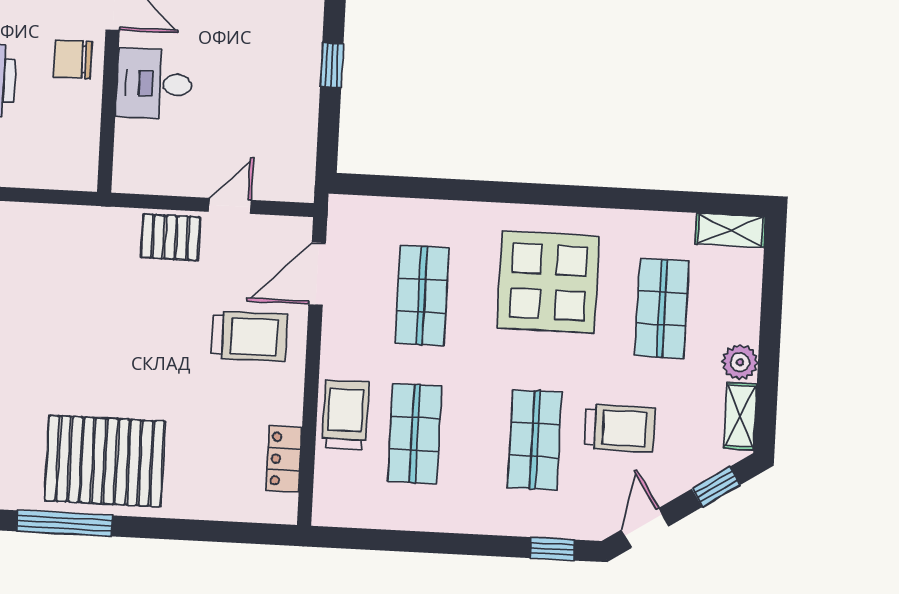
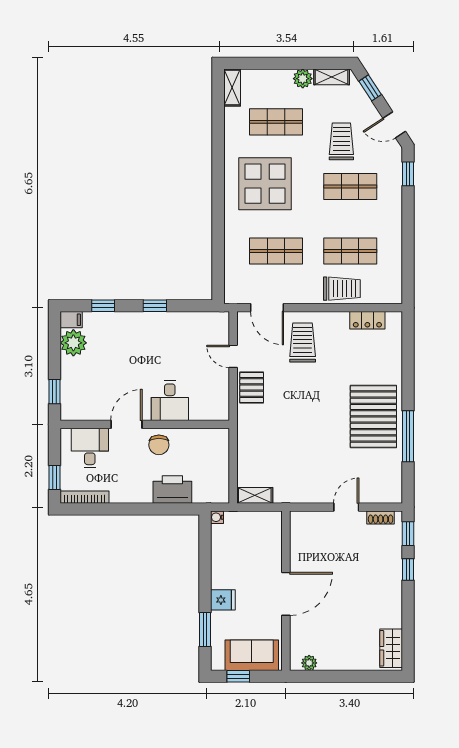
trolley: (346, 415) -> (342, 289), turned 180

